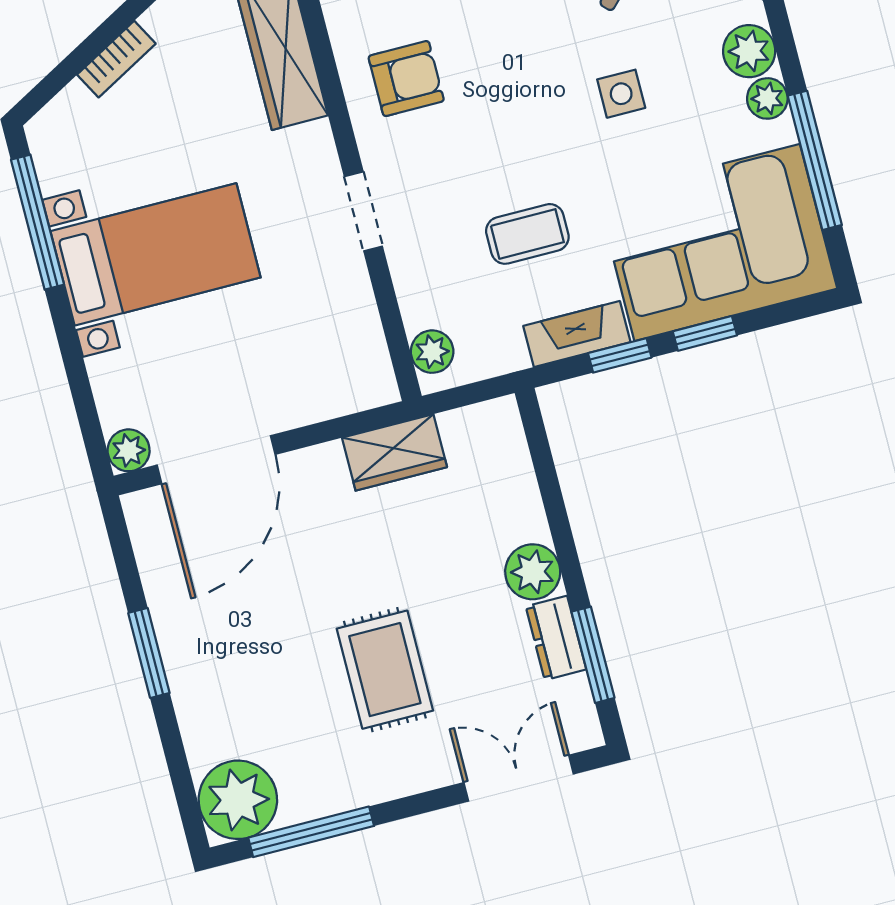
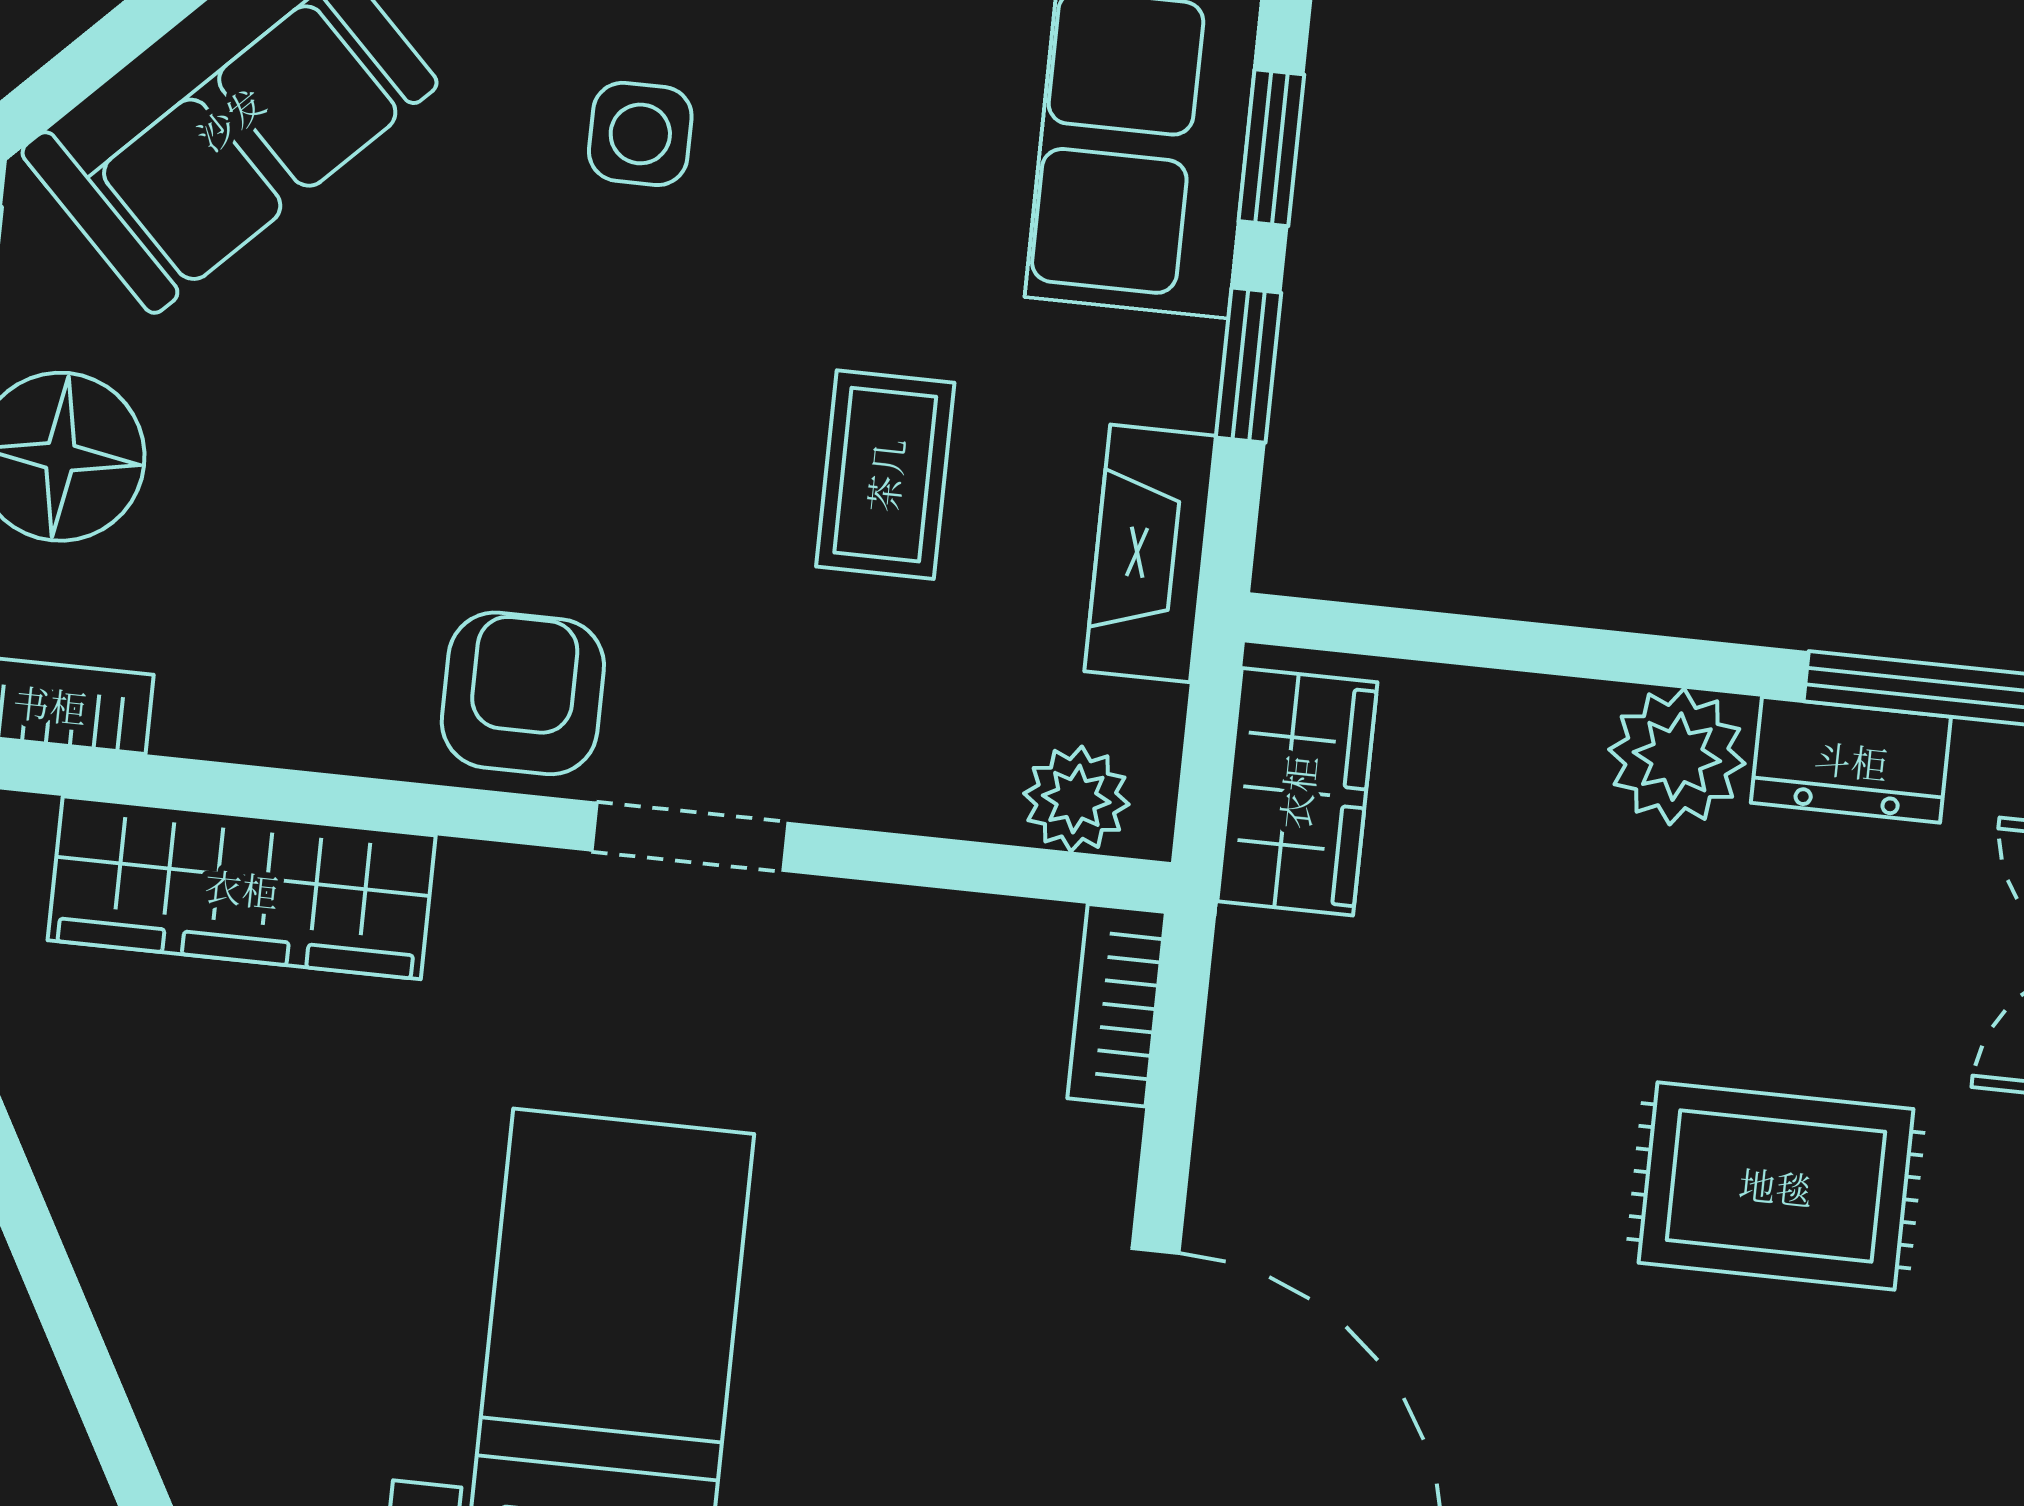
bookcase: (116, 59) -> (1117, 1005), moved, turned -151
armchair: (406, 79) -> (523, 693), moved
fireplace: (577, 334) -> (1150, 553), moved
wardrobe: (394, 452) -> (1297, 792), moved

